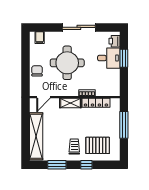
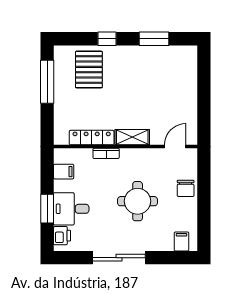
round table: (67, 63) -> (138, 201), width x0.73, depth x0.73
filing cabinet: (114, 81) -> (64, 172), added
window: (124, 125) -> (47, 82), moved
shelving: (36, 136) -> (187, 84), removed
pallet: (98, 145) -> (89, 70), turned 90
trolley: (74, 147) -> (126, 68), removed

